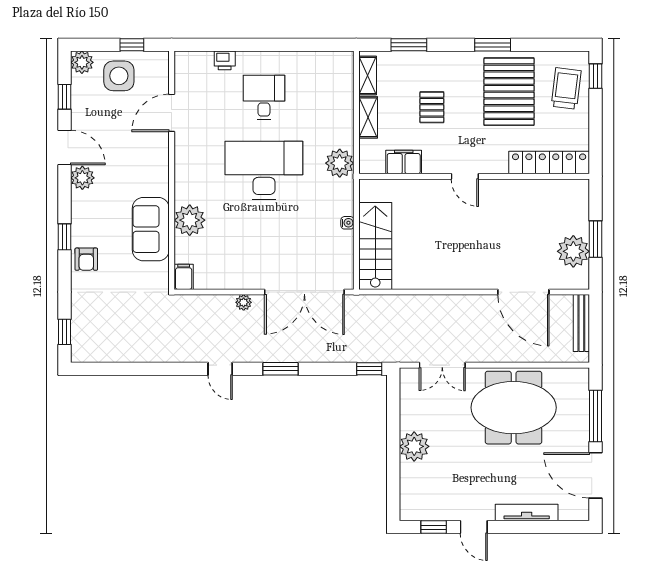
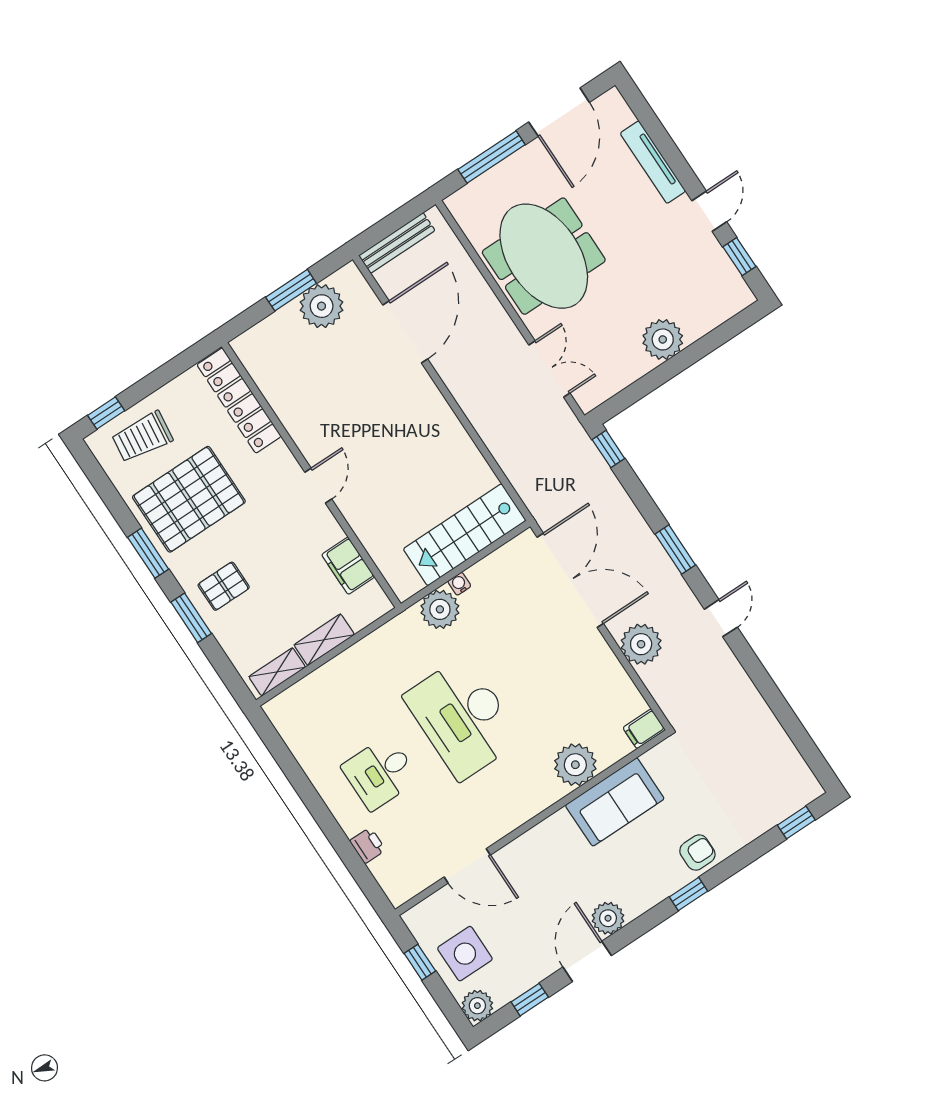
window: (409, 45) -> (191, 618), moved
pallet: (432, 107) -> (224, 586), moved
plant: (340, 163) -> (440, 609), moved
plant: (244, 302) -> (641, 644), width x1.88, depth x1.88

